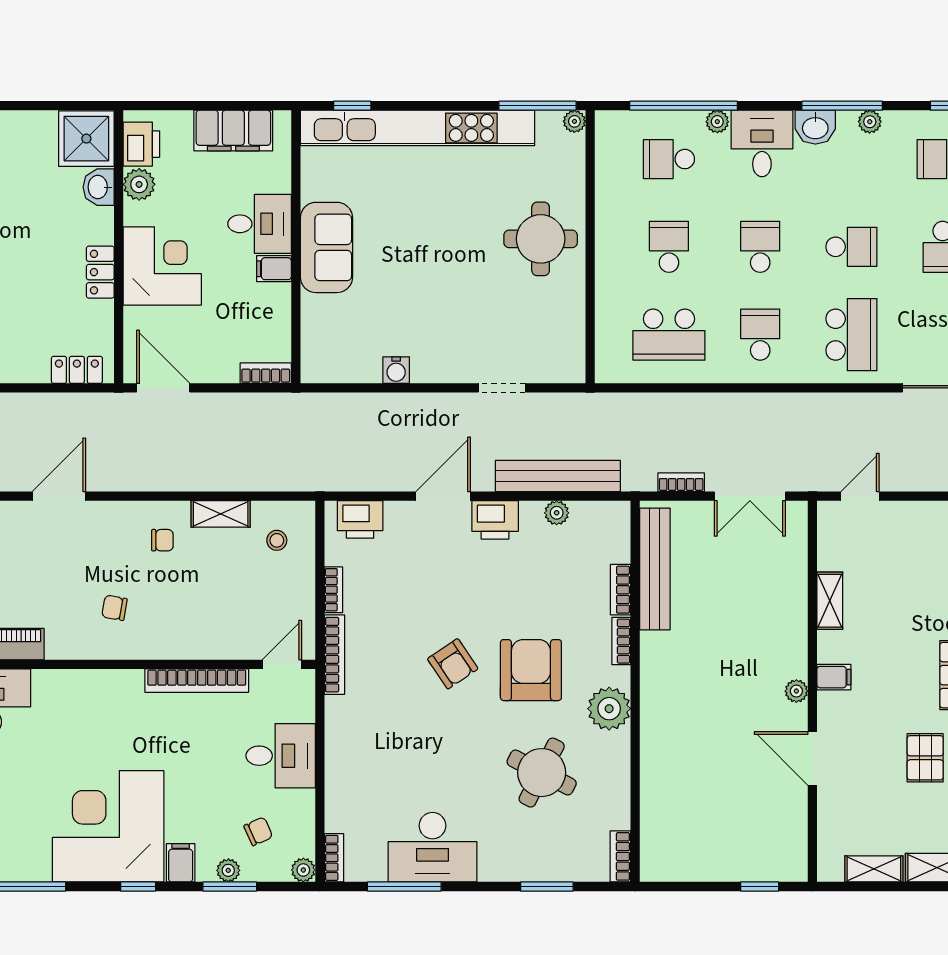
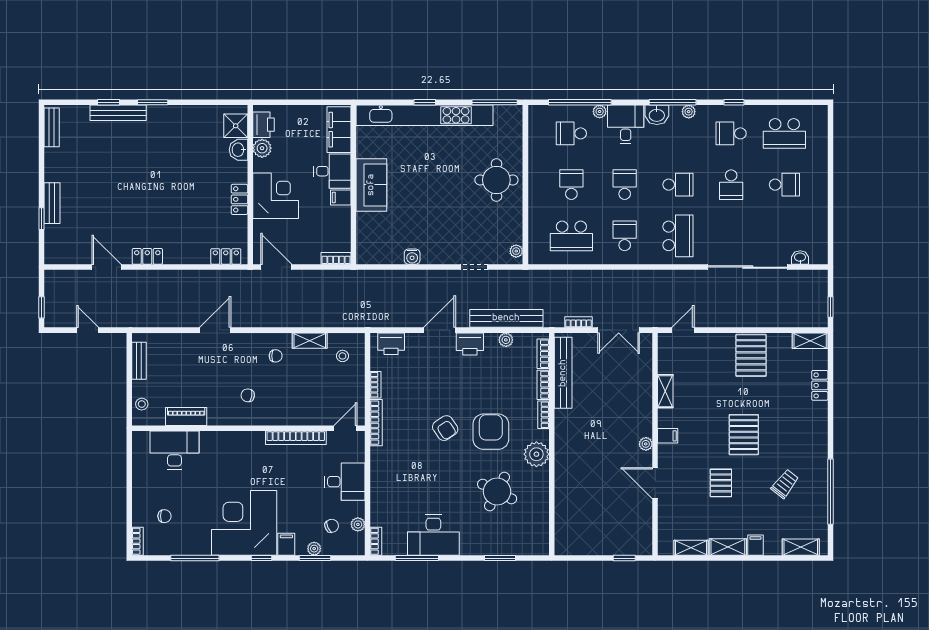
window: (352, 106) -> (425, 102), moved
plant: (574, 121) -> (516, 251), moved
filing cabinet: (233, 131) -> (339, 130), moved, turned 90
shower: (86, 139) -> (236, 126), width x0.73, depth x0.73
bookcase: (620, 856) -> (543, 354), moved
plant: (303, 870) -> (358, 524), moved

